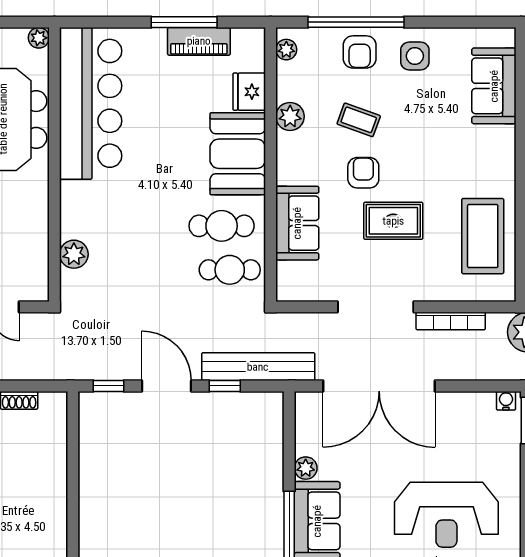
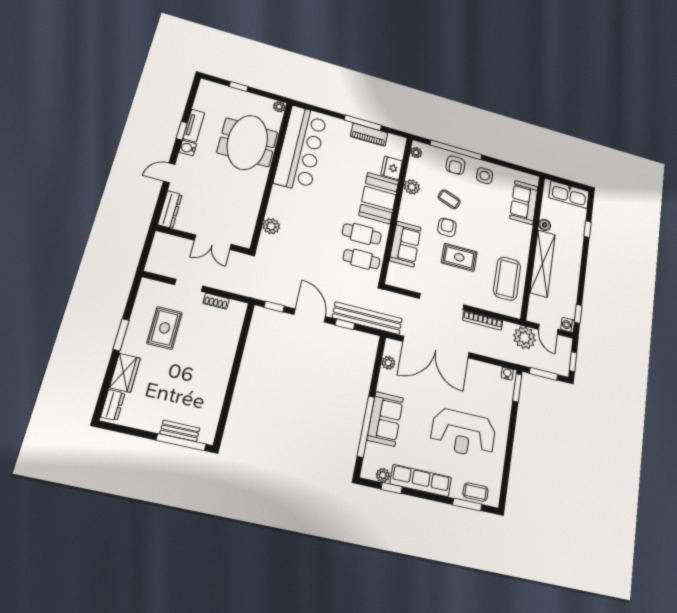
plant: (306, 468) -> (388, 363), moved

